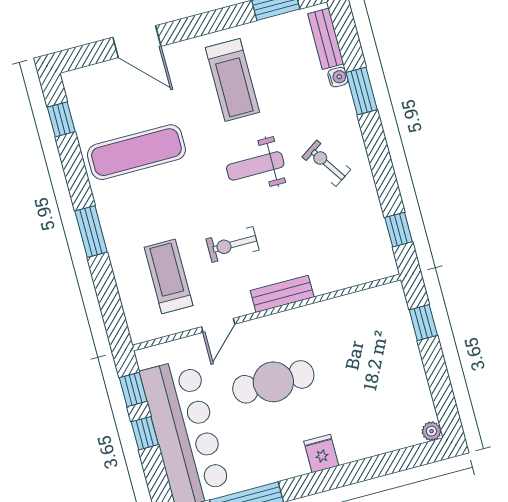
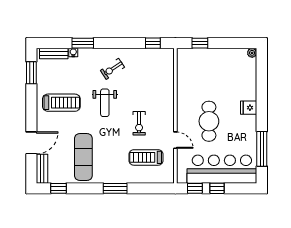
bench: (282, 294) -> (42, 169), moved

